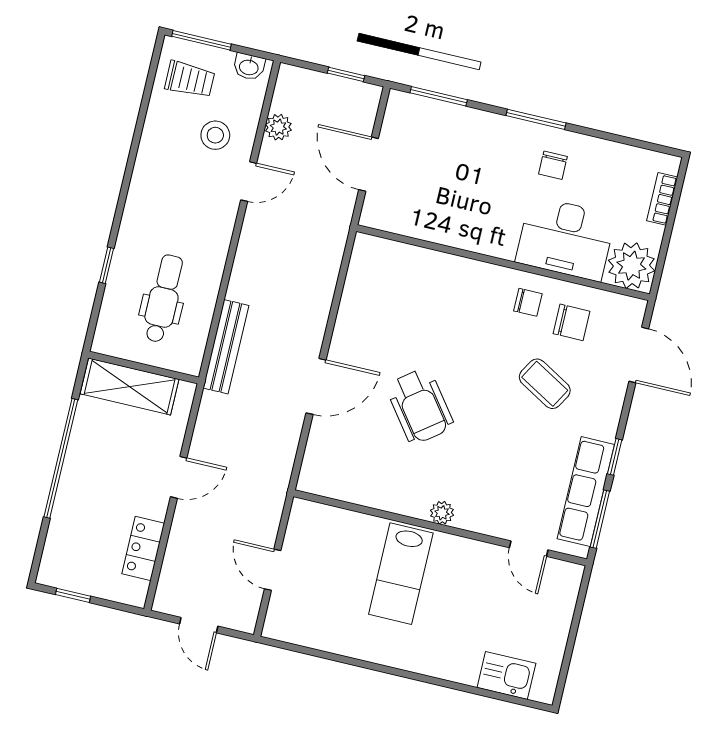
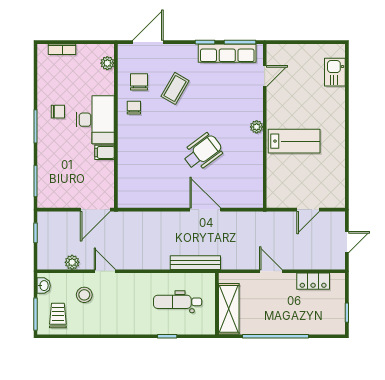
door: (369, 164) -> (95, 210), moved
filing cabinet: (460, 231) -> (105, 152), added
desk: (566, 239) -> (95, 120), moved
plant: (631, 266) -> (107, 63), width x0.53, depth x0.53

